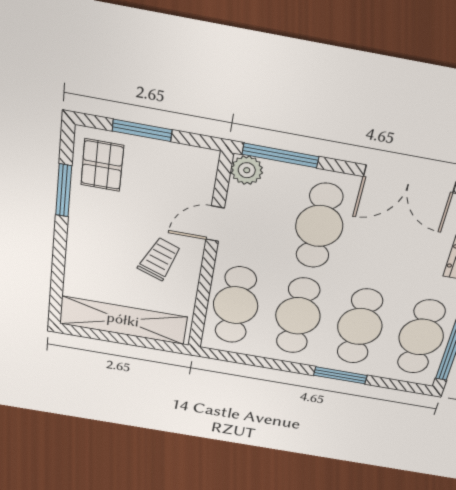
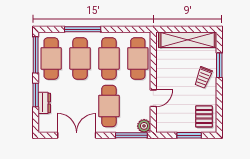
window: (64, 190) -> (219, 65), moved
trolley: (159, 259) -> (203, 77), moved
window: (340, 375) -> (83, 29), width x1.44

